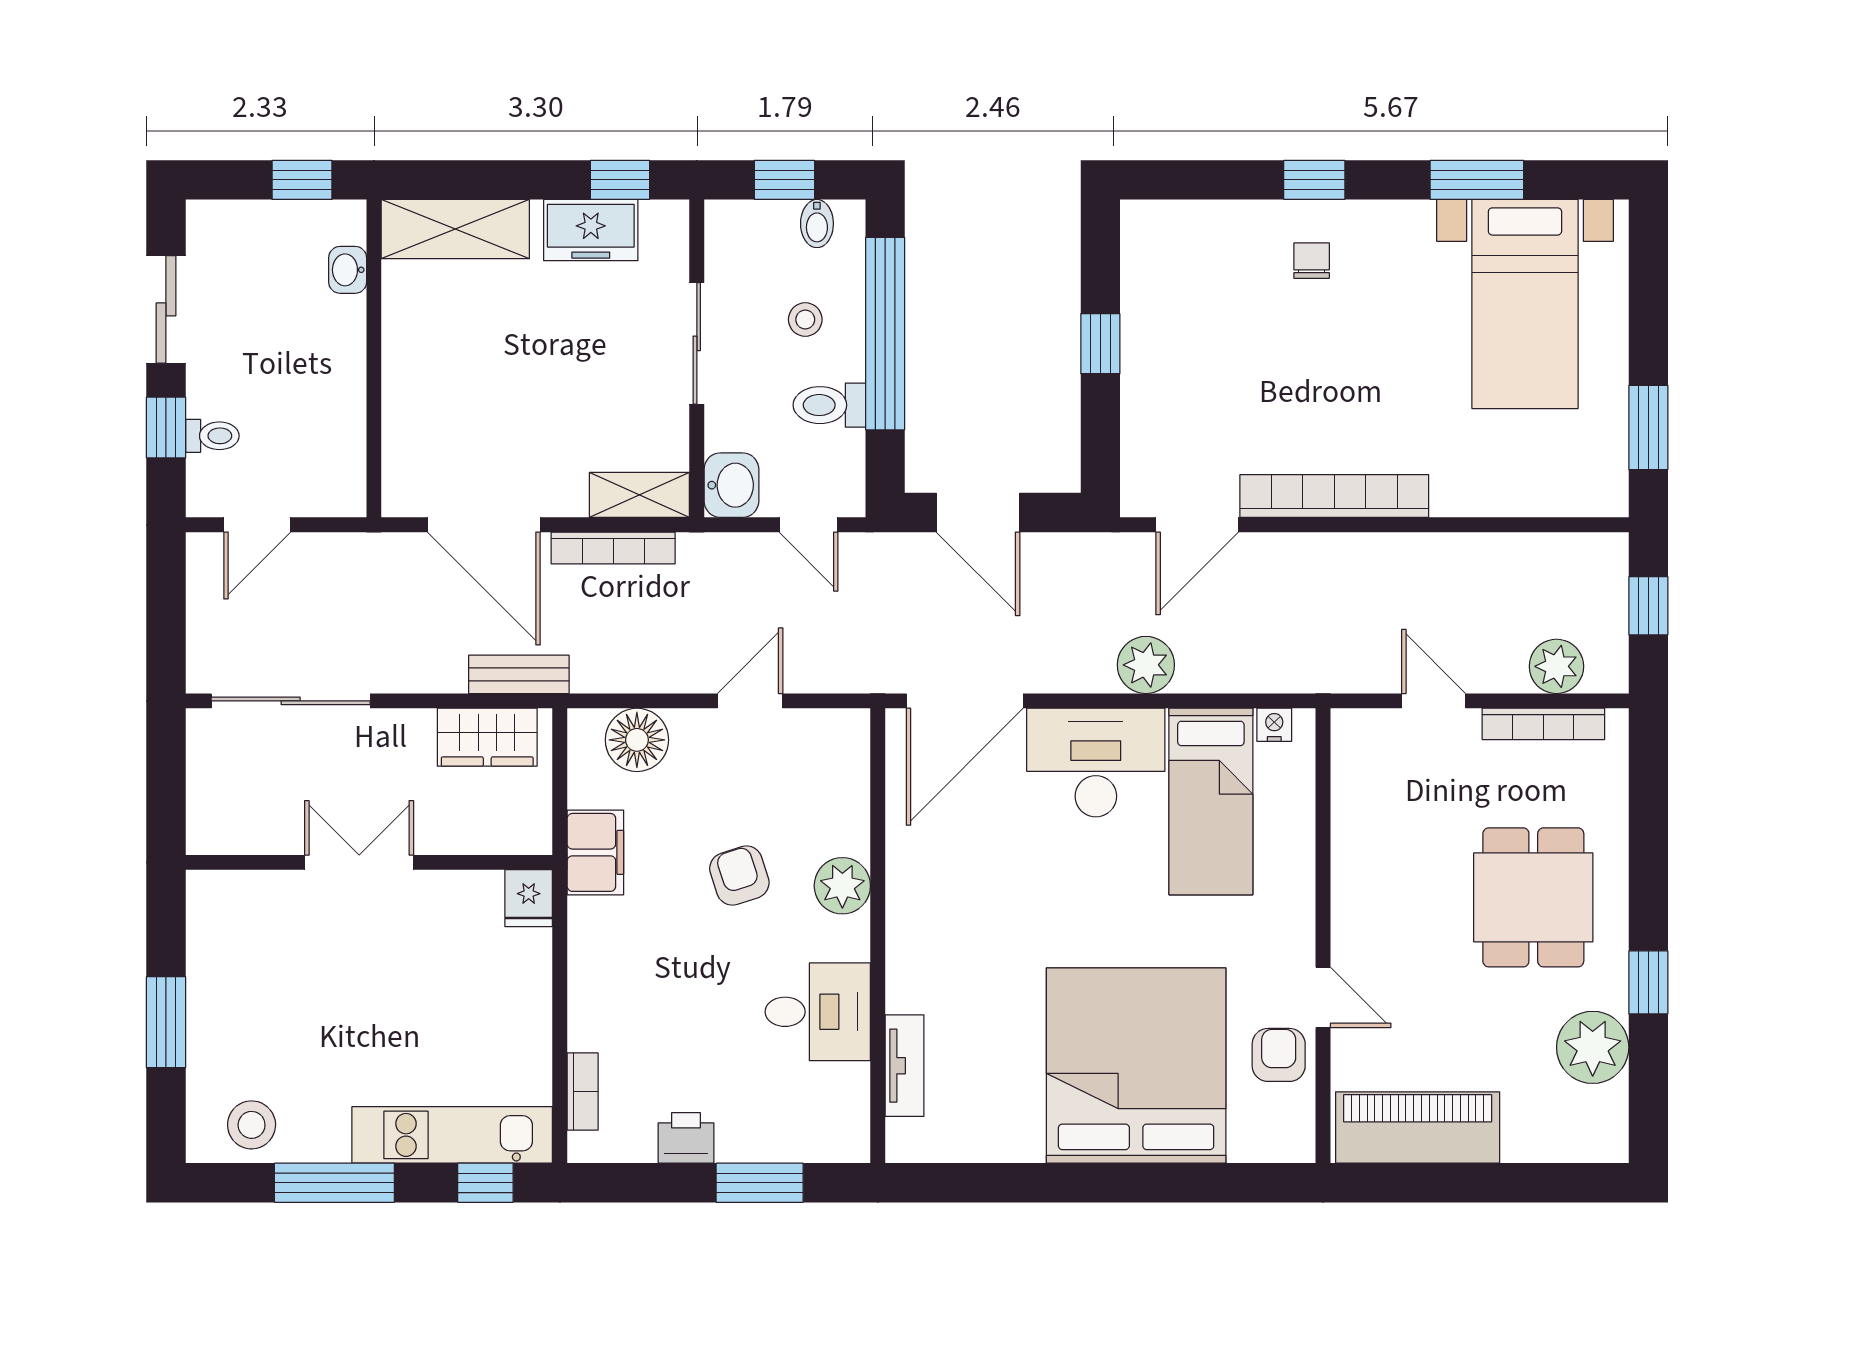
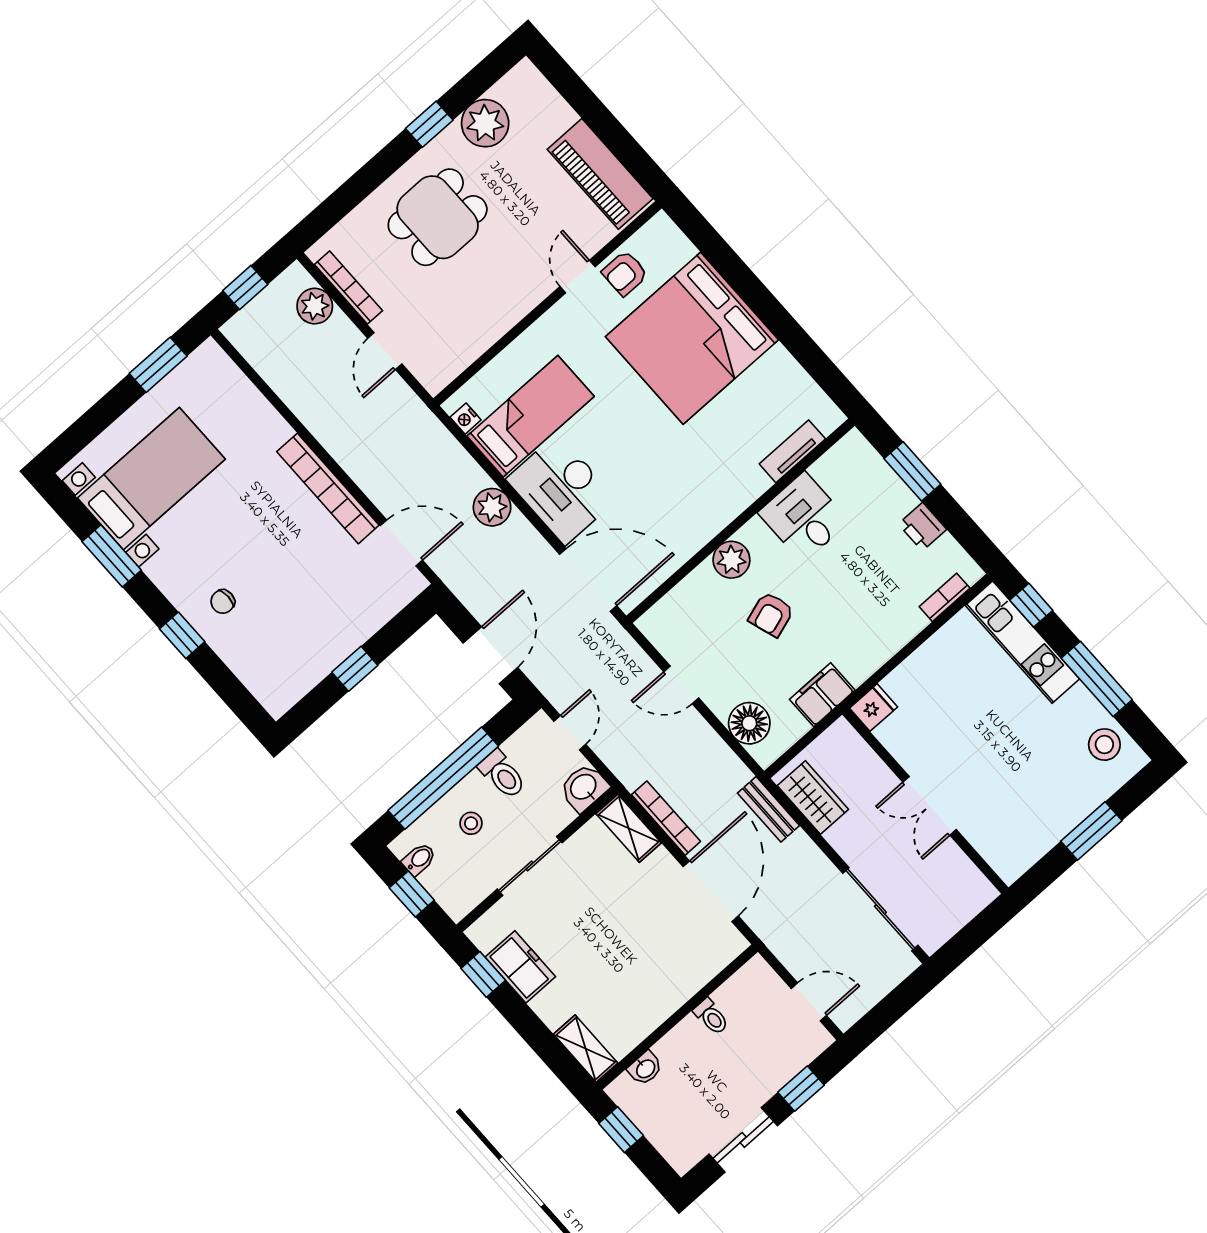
shelving: (455, 229) -> (586, 1049), width x0.67, depth x0.75
toilet: (212, 436) -> (711, 1017), moved, turned 180

